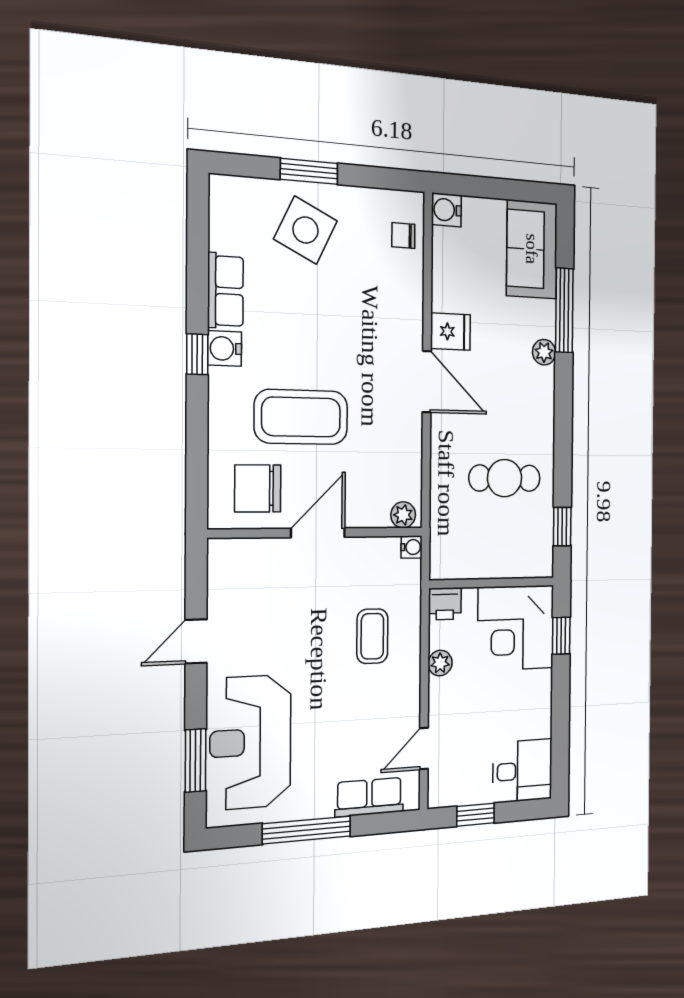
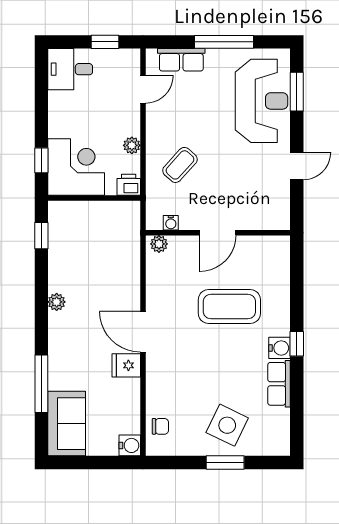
plant: (544, 352) -> (57, 302), moved
cafe table: (505, 478) -> (86, 269), removed
chair: (258, 488) -> (258, 261), removed
water cooler: (412, 547) -> (171, 223), moved, turned -90
coffee table: (372, 636) -> (180, 165), turned 42

